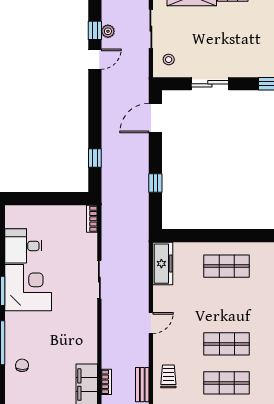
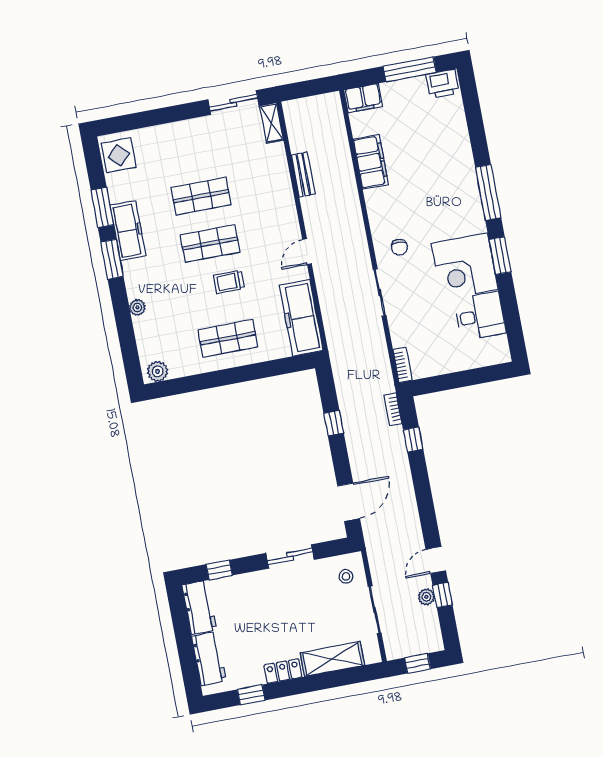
freezer: (163, 264) -> (301, 318), width x1.36, depth x1.26
chair: (22, 365) -> (399, 247), moved
trolley: (168, 376) -> (229, 282), moved, turned 90
bookcase: (106, 382) -> (393, 409), moved

